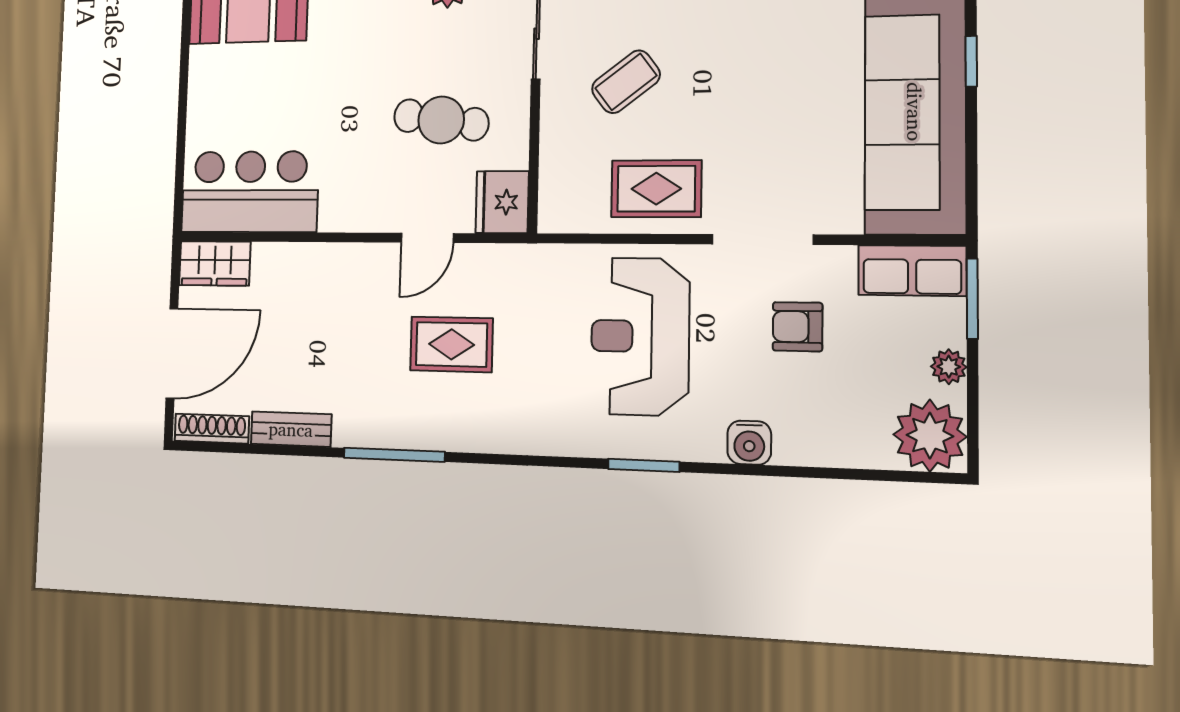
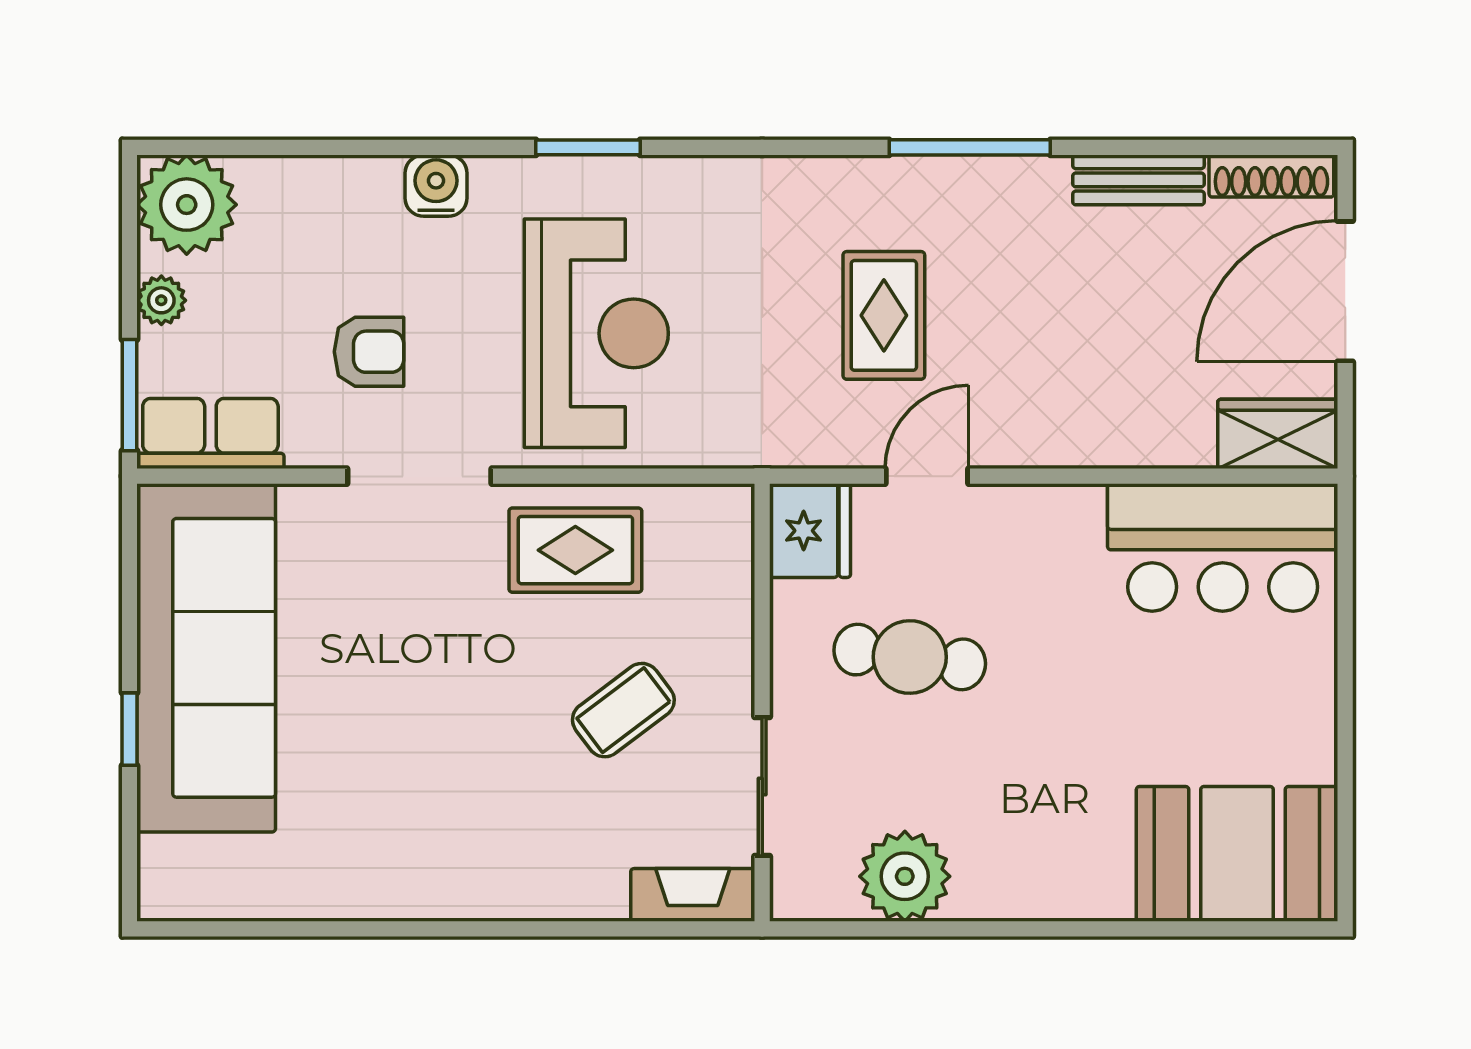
rug: (451, 344) -> (884, 315), turned 90

